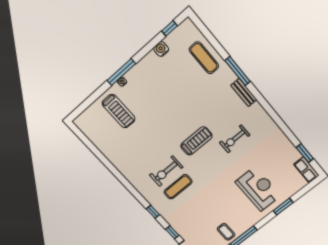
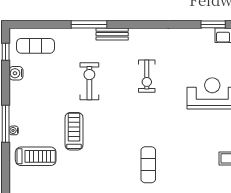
exercise mat: (204, 58) -> (36, 46), moved
treadmill: (196, 141) -> (74, 131), moved
exercise bike: (166, 171) -> (89, 81), moved, turned 180

